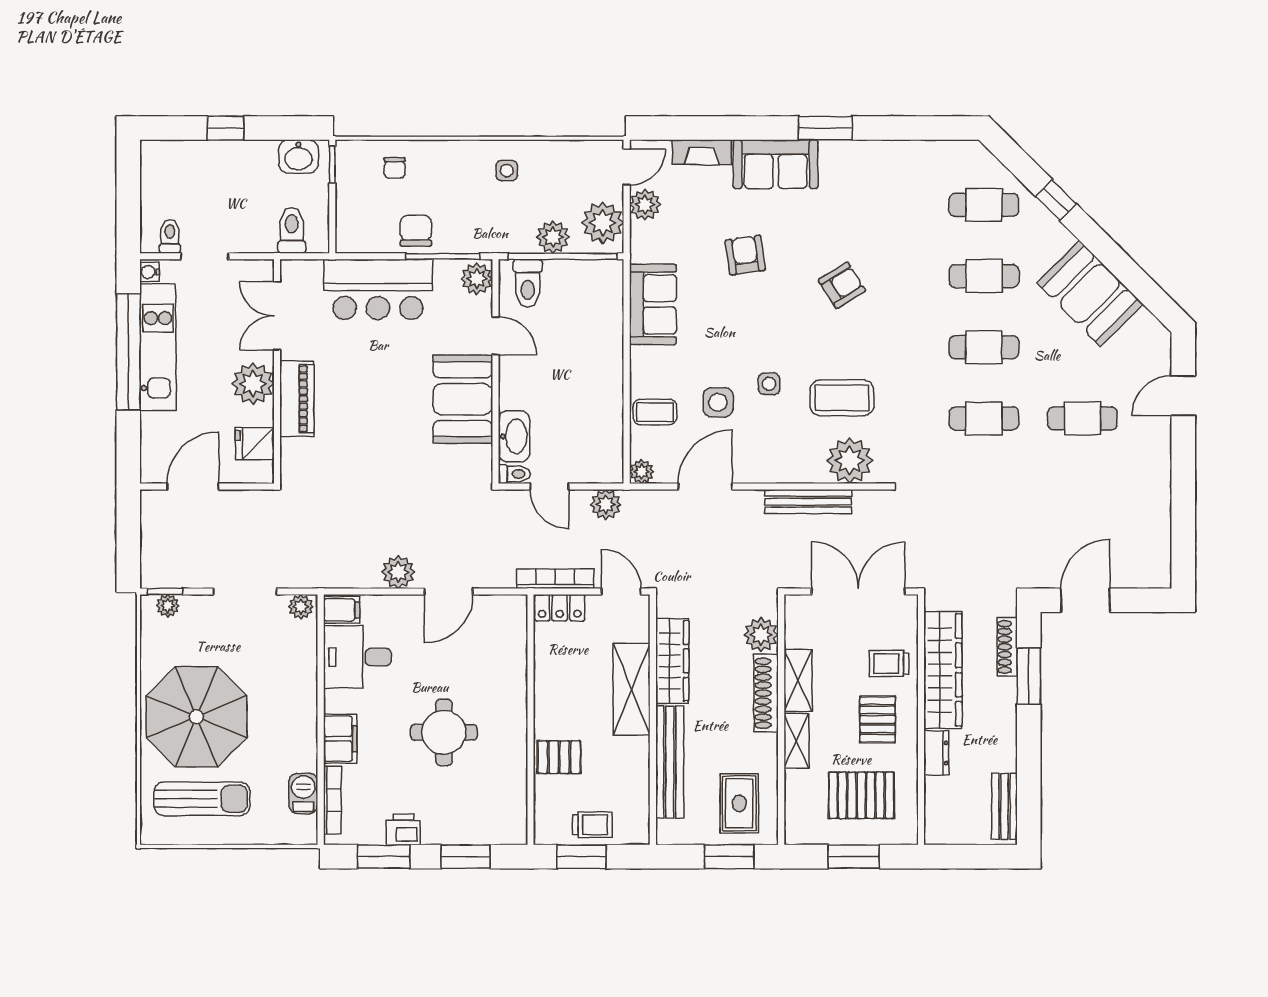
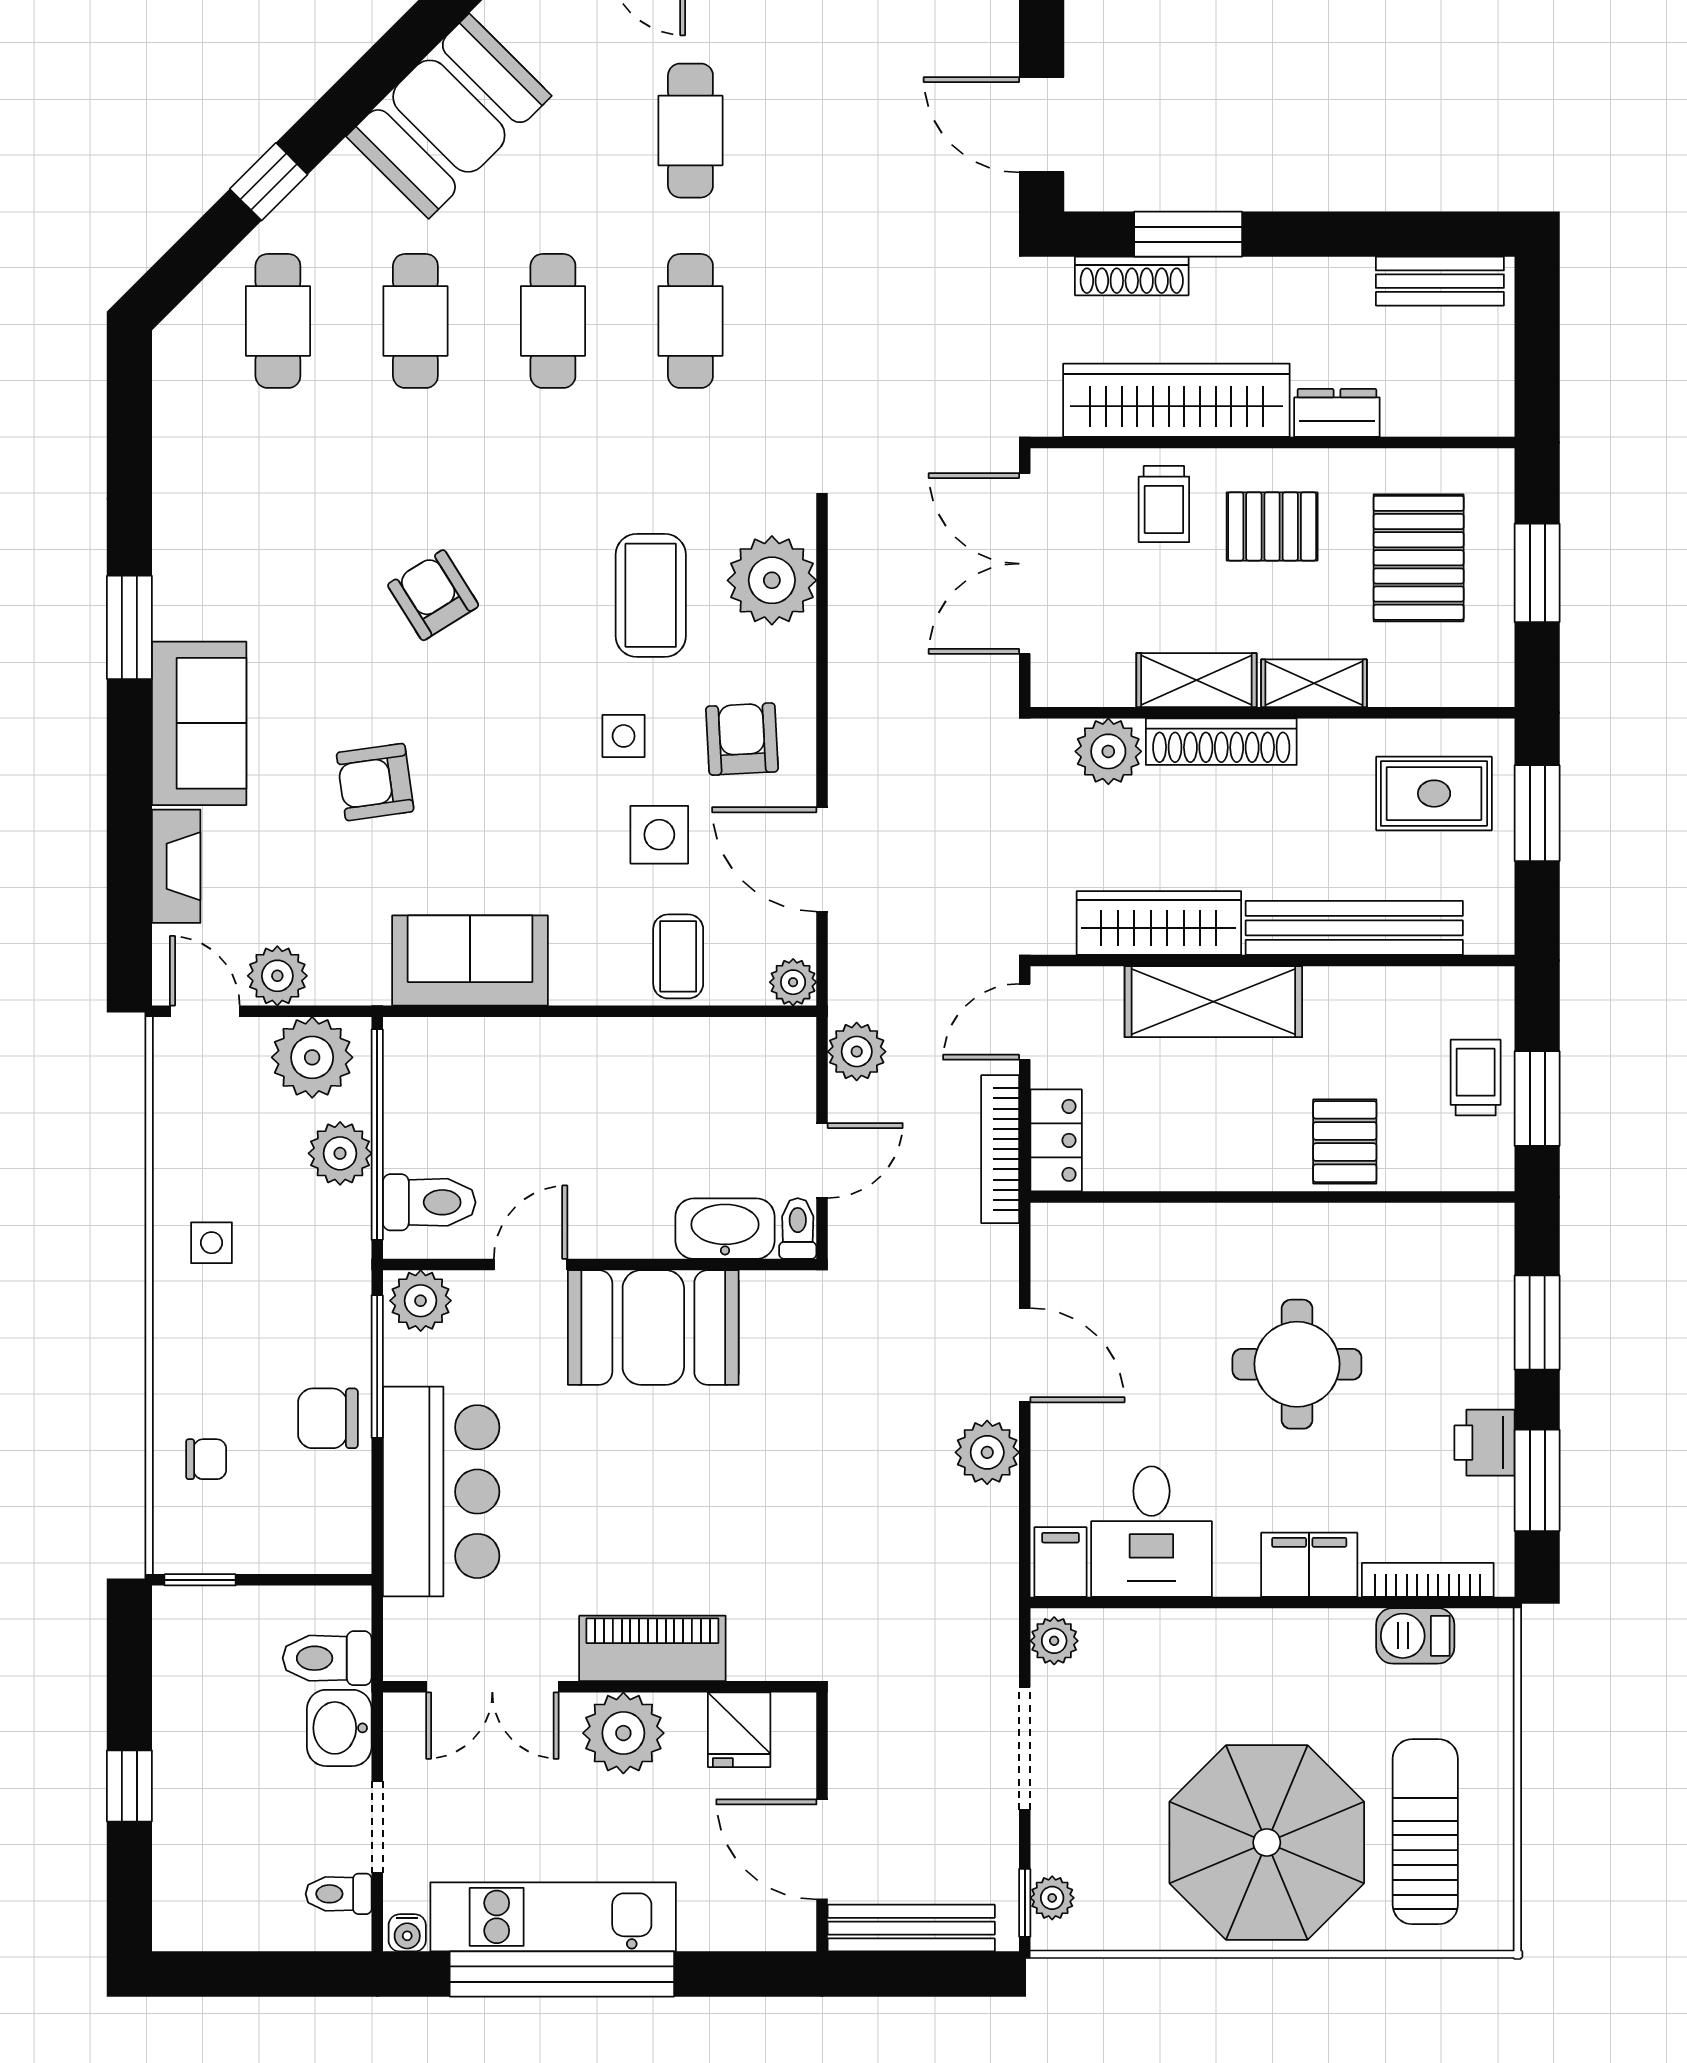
washbasin: (298, 156) -> (339, 1728), moved, turned 180
armchair: (768, 445) -> (742, 739), added
bench: (808, 502) -> (911, 1928), moved, turned 90

